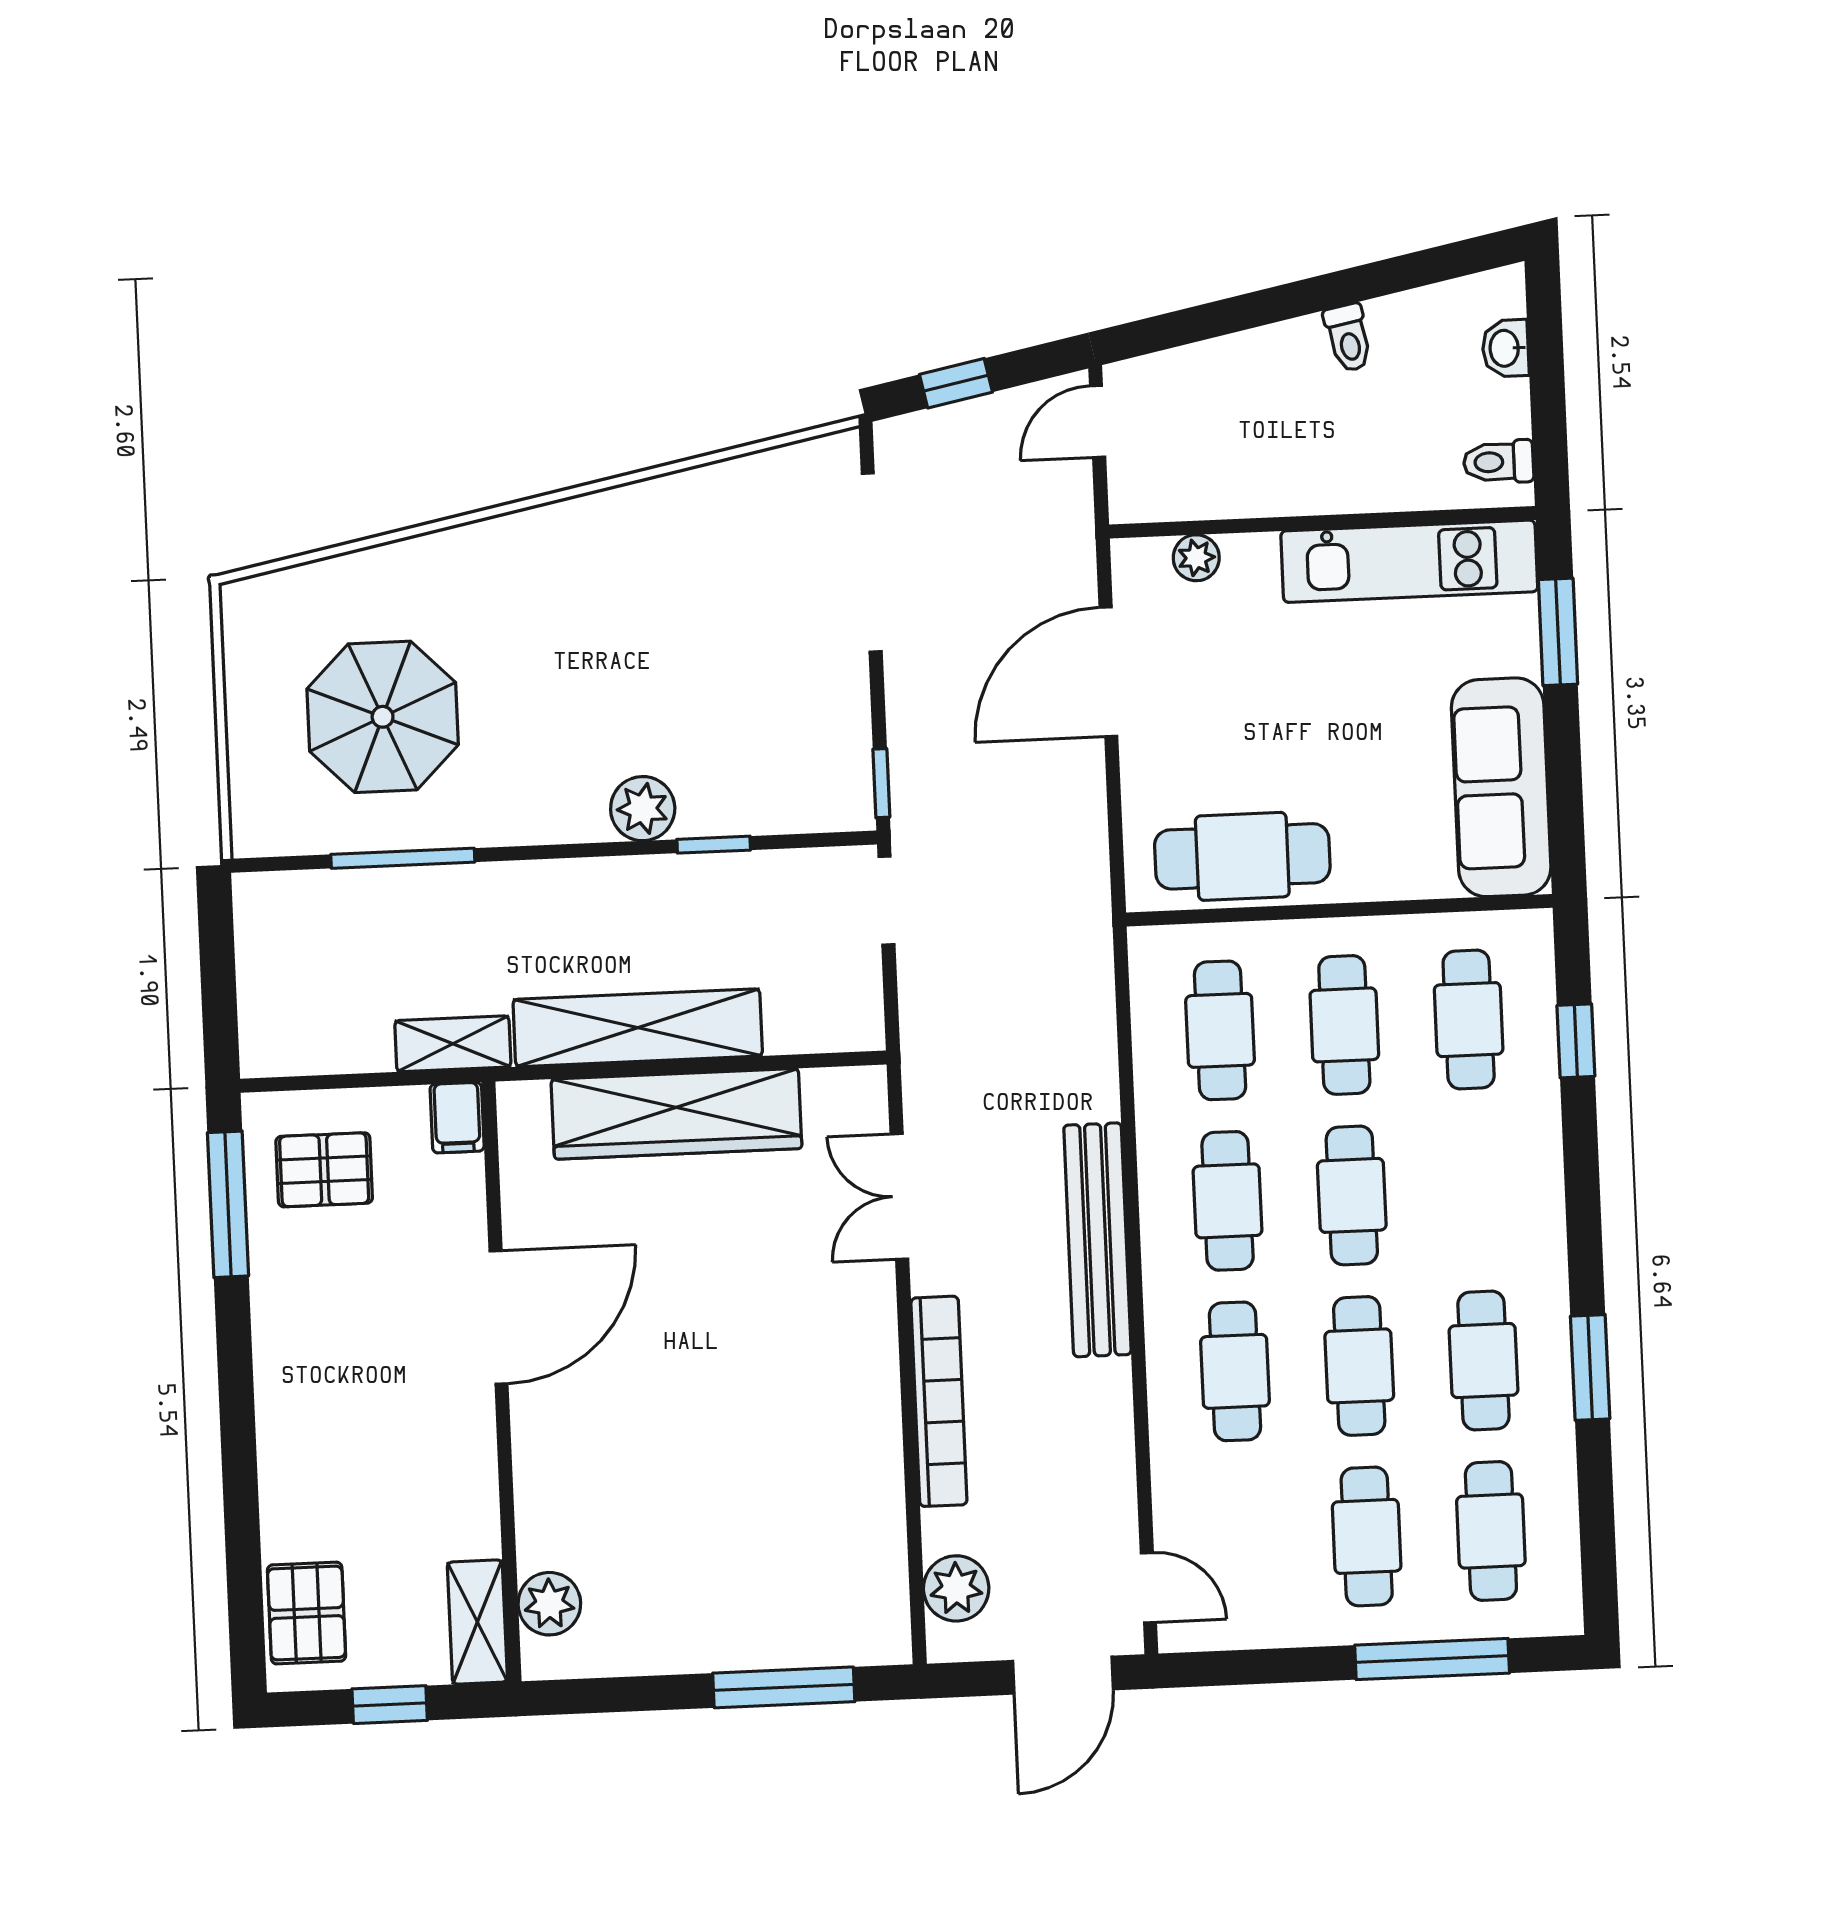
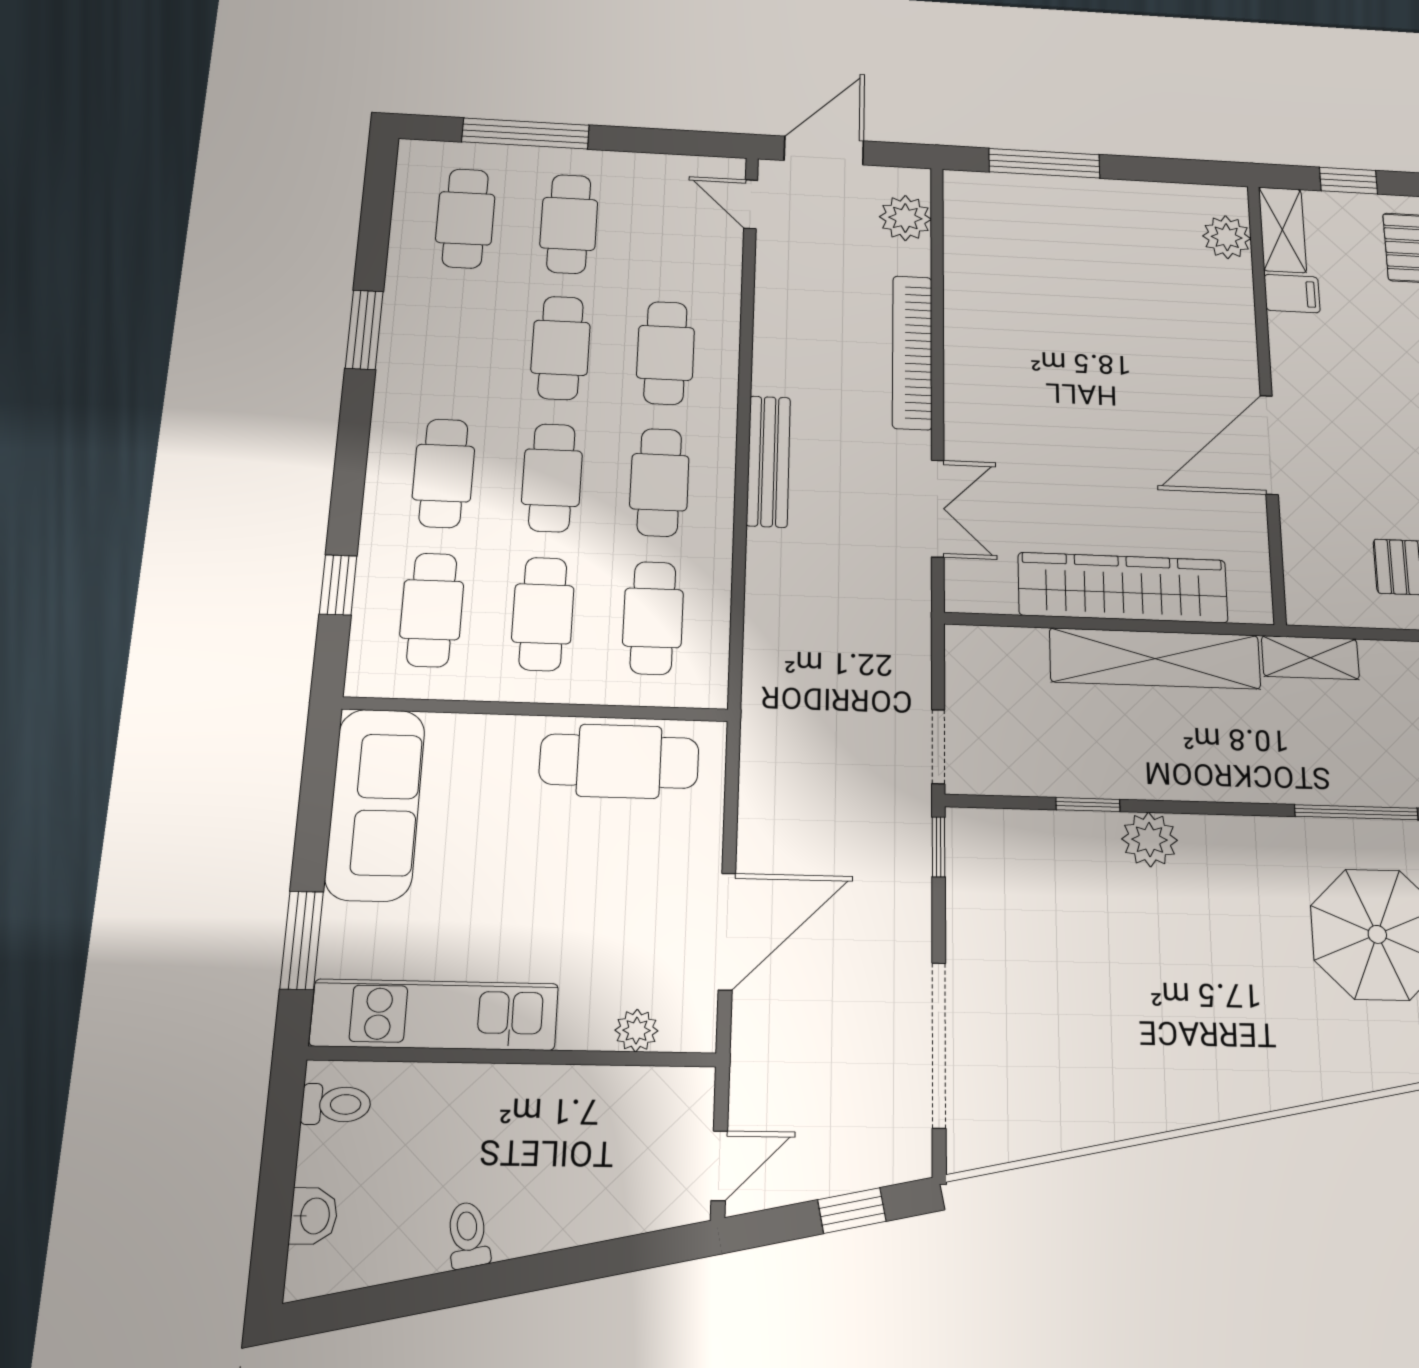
filing cabinet: (457, 1118) -> (1292, 294), moved, turned 90
bench: (1097, 1240) -> (768, 461), width x0.73, depth x0.82
cafe table: (1483, 1361) -> (443, 473), moved

